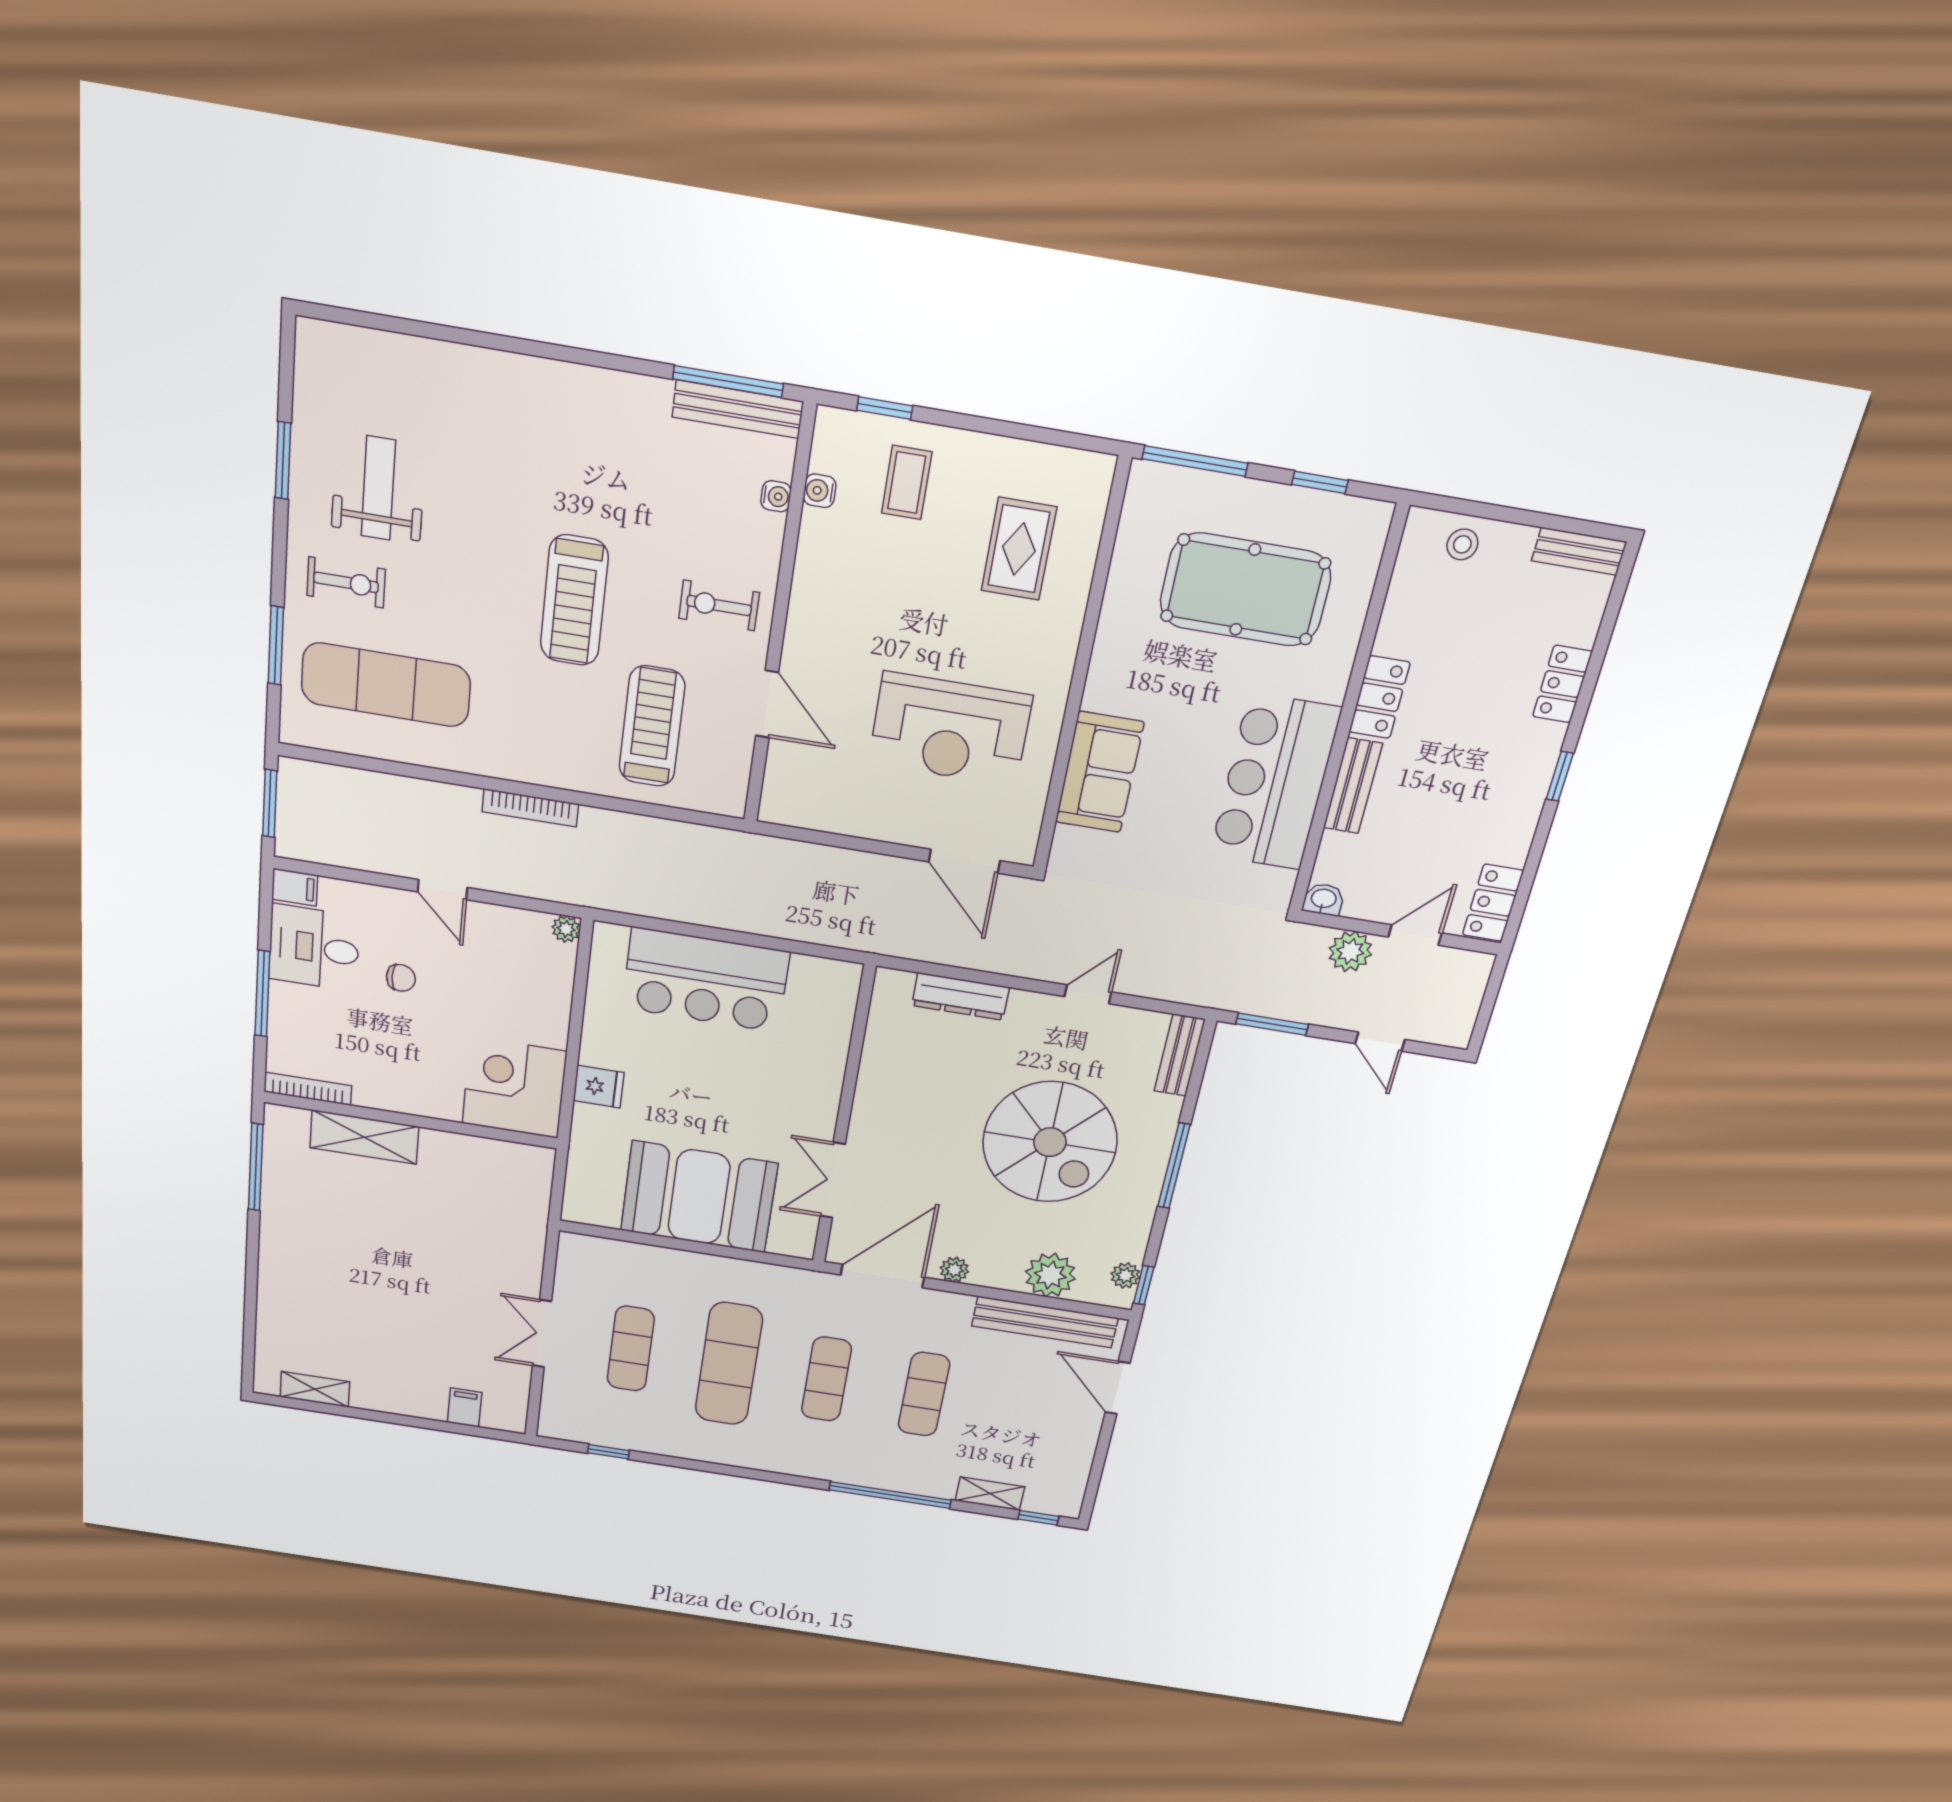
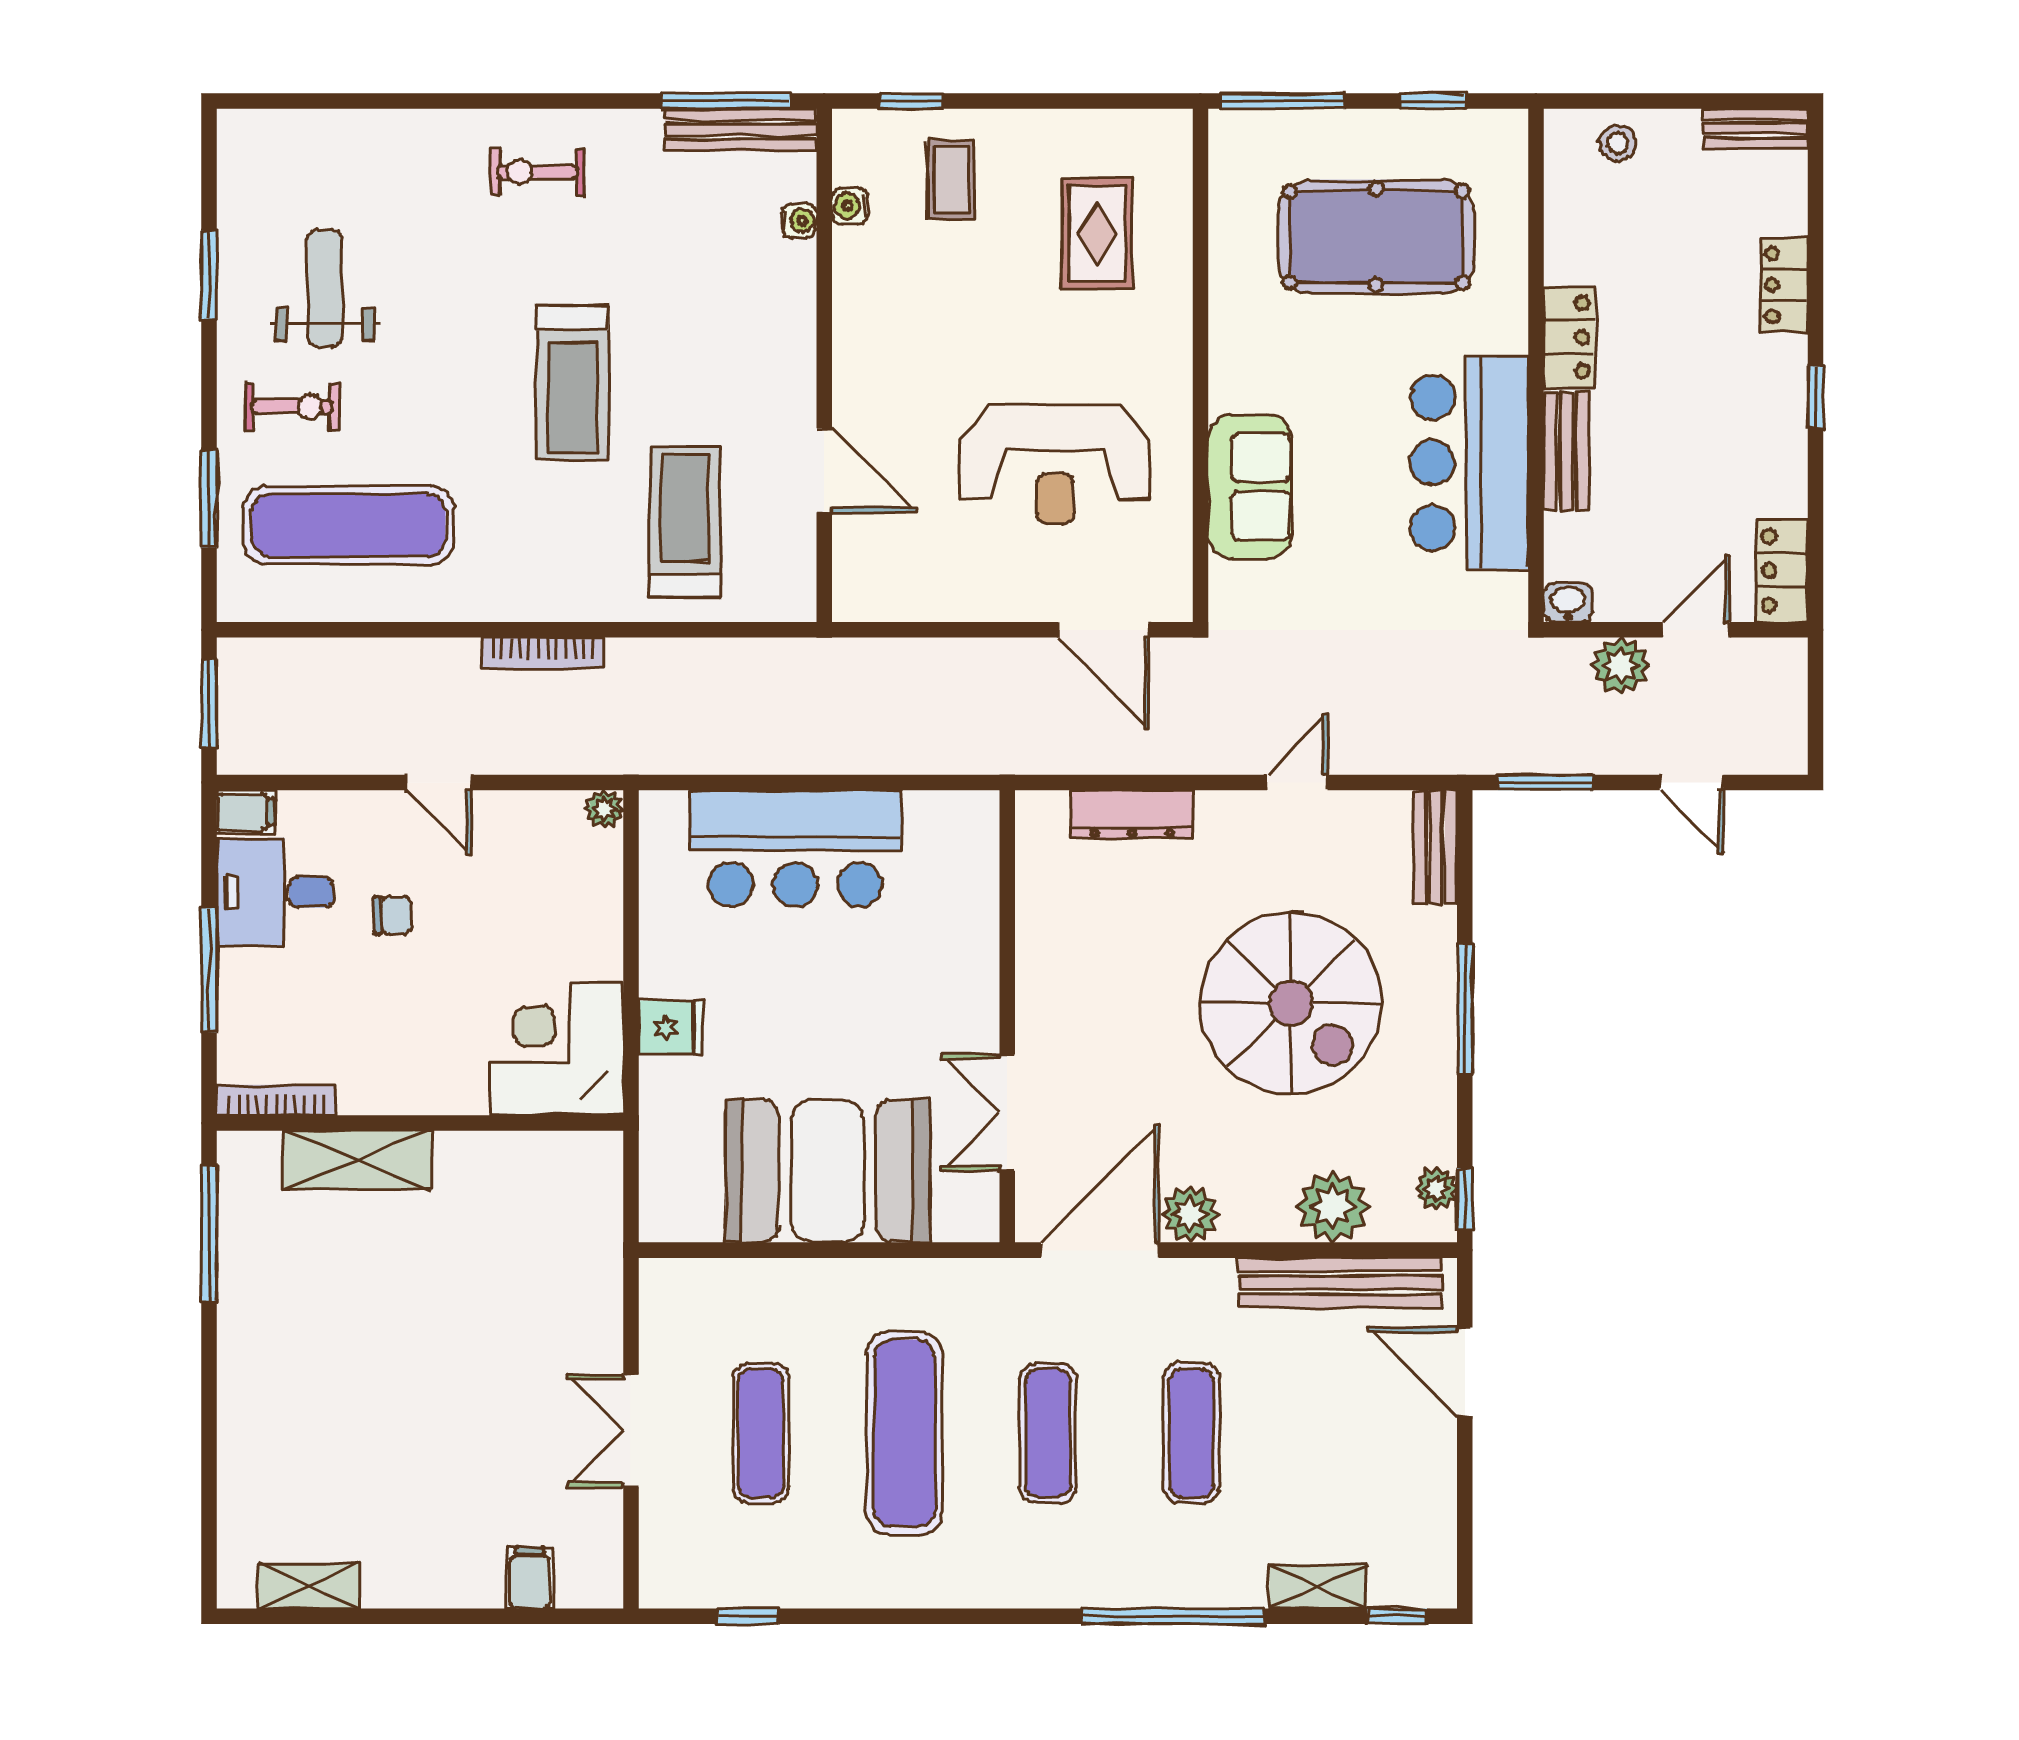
exercise bike: (719, 605) -> (537, 172), moved
plant: (954, 1270) -> (1190, 1214), width x1.38, depth x1.38

